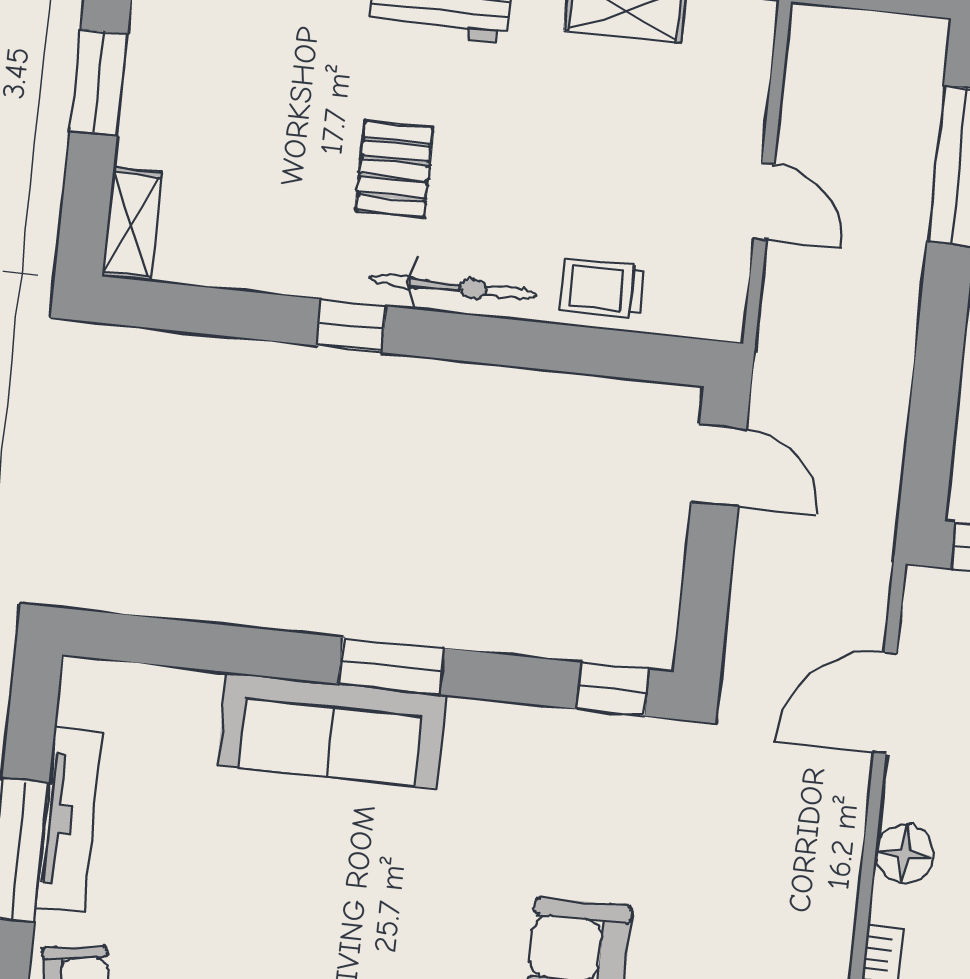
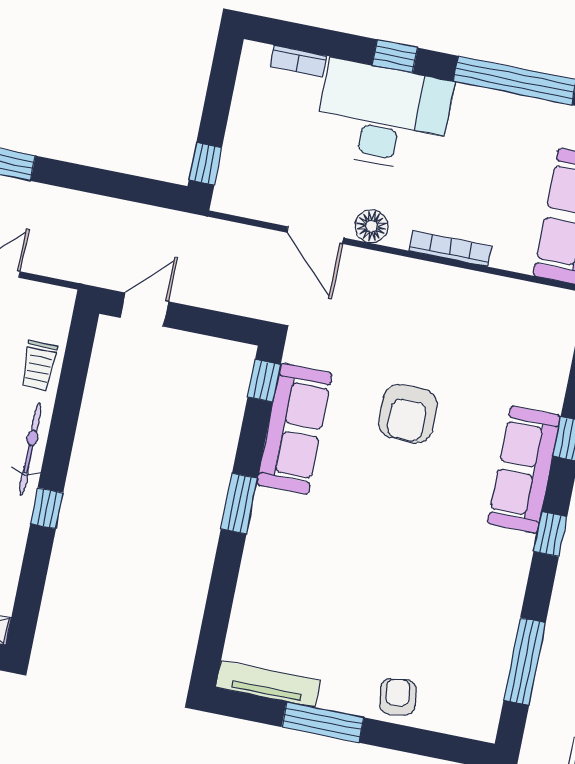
door: (885, 703) -> (315, 235), moved
sofa: (332, 730) -> (294, 429), moved
tv unit: (69, 820) -> (268, 684), moved

